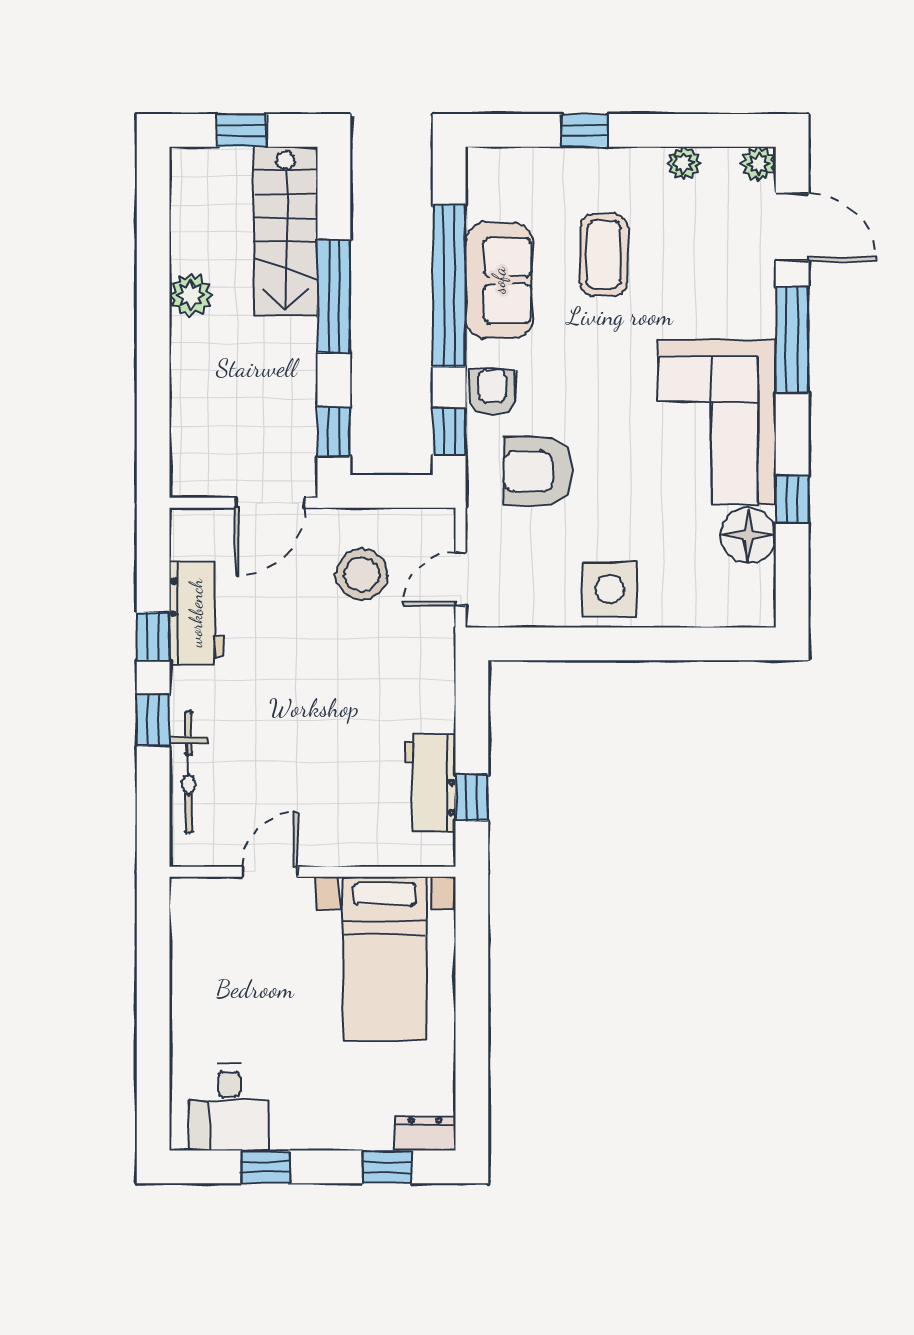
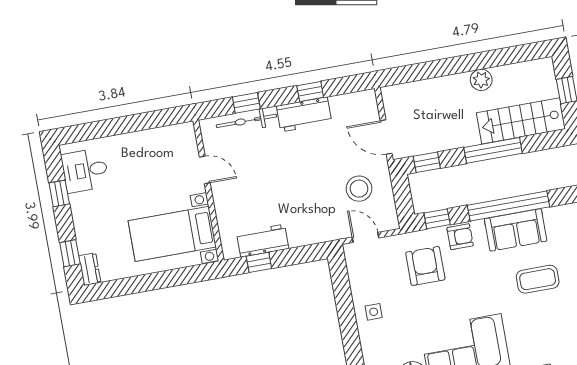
side table: (610, 589) -> (374, 312), width x0.54, depth x0.54
workbench: (196, 613) -> (304, 114), moved
window: (153, 720) -> (246, 103), moved

